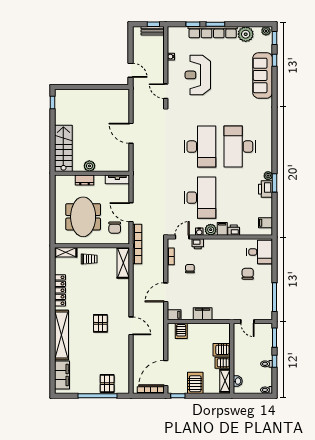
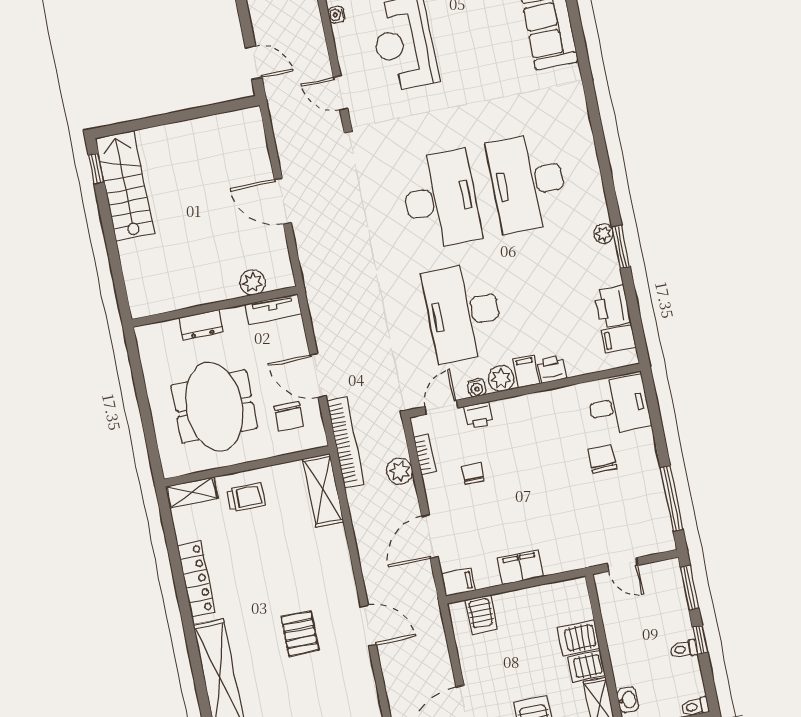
stairs: (63, 148) -> (125, 186), moved
plant: (89, 166) -> (253, 282), moved
printer: (265, 189) -> (612, 307), moved
desk: (200, 198) -> (463, 312), turned 180
plant: (158, 261) -> (400, 471), added

